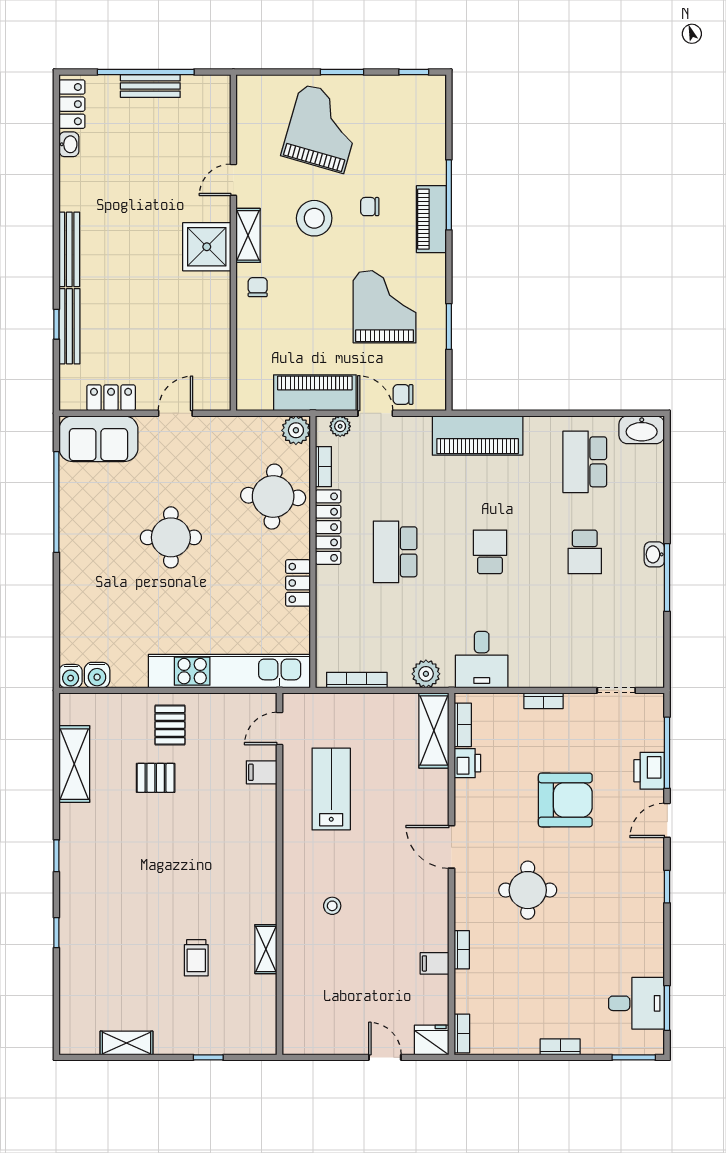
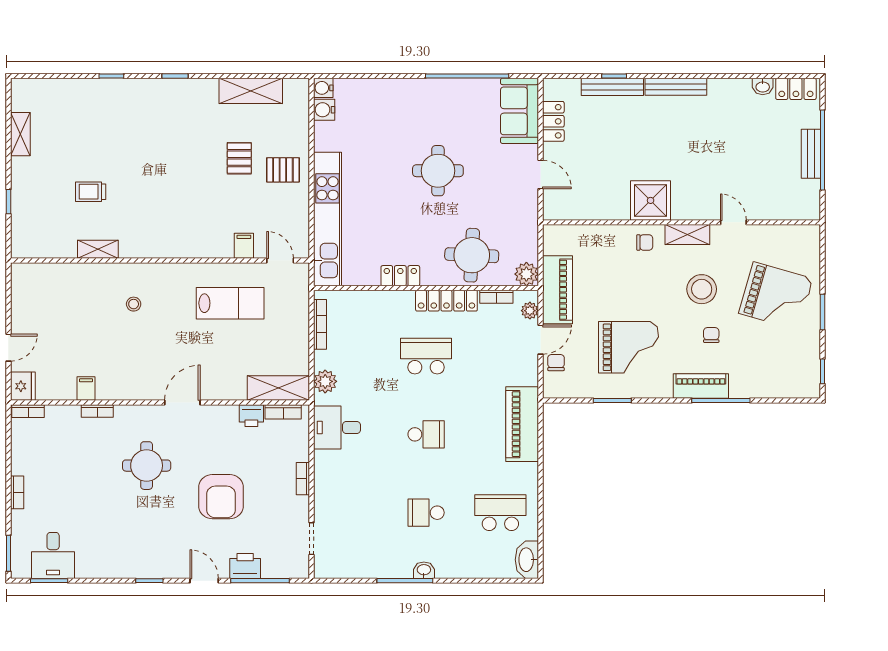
shower: (207, 247) -> (651, 200), moved

